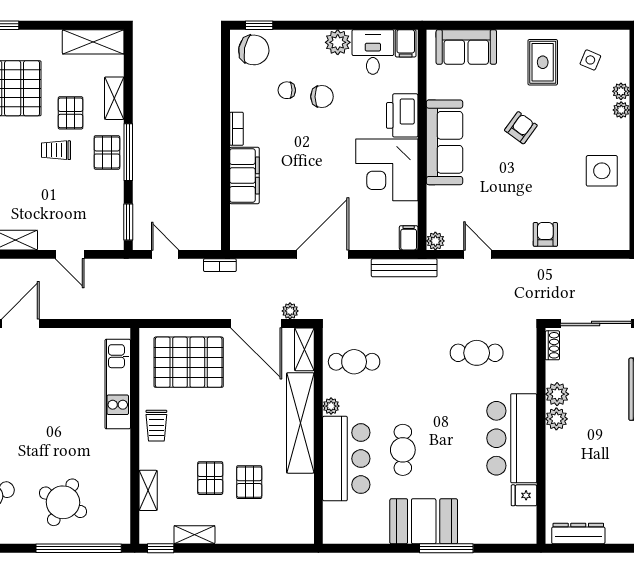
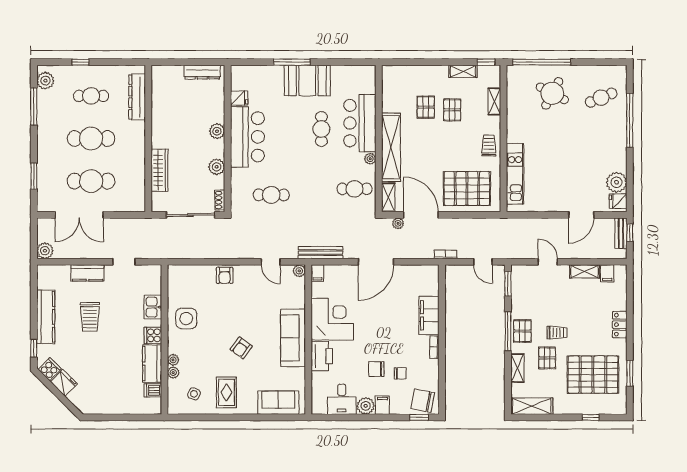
filing cabinet: (406, 43) -> (382, 405), moved
plant: (556, 419) -> (217, 131), moved

